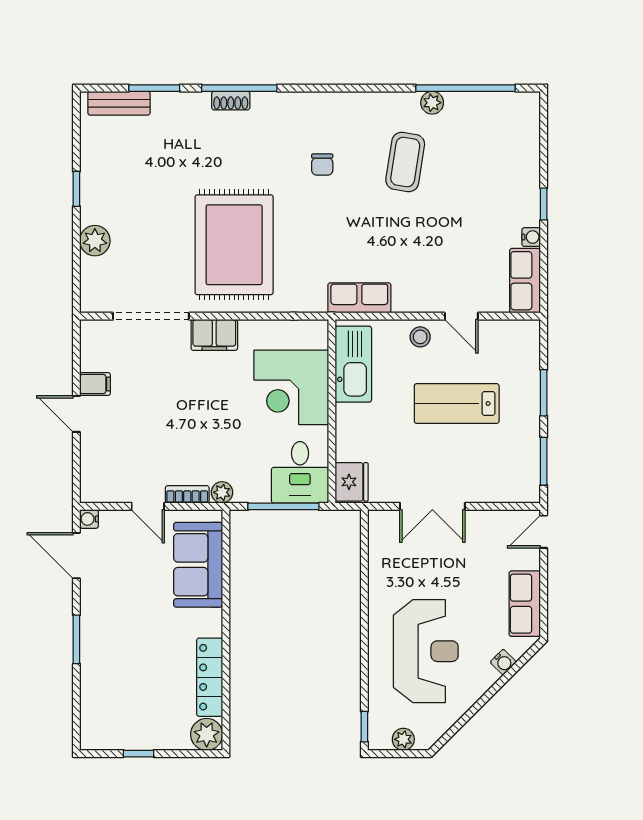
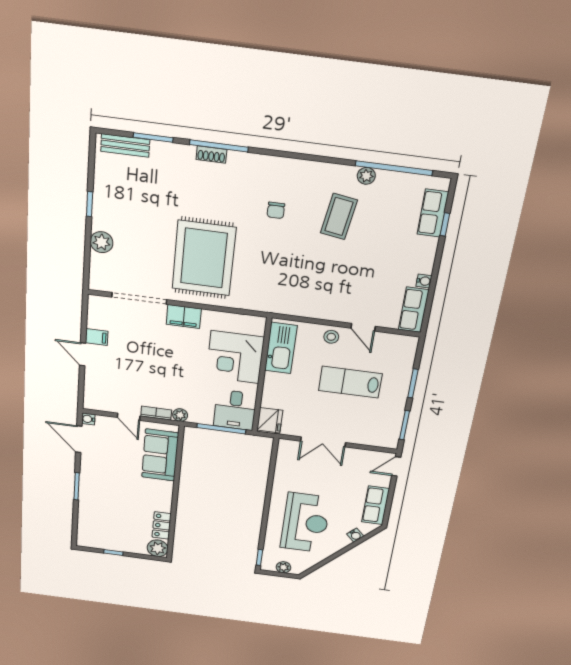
window: (544, 204) -> (445, 224), moved
row of seats: (359, 298) -> (433, 213), moved, turned -90
locker: (210, 677) -> (162, 525), width x0.66

